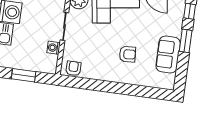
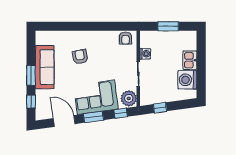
armchair: (127, 54) -> (80, 57), turned 83
sofa: (168, 55) -> (45, 67), width x1.36

